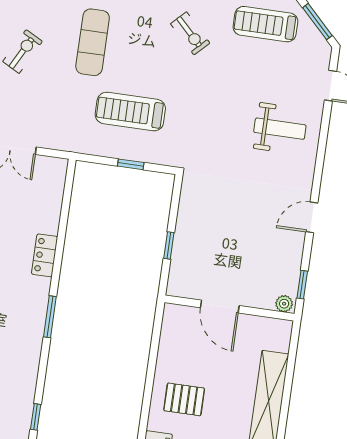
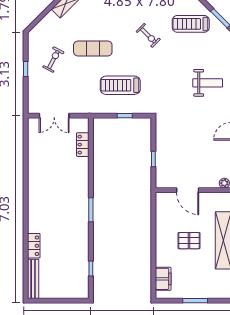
exercise mat: (93, 42) -> (93, 49), turned 90
locker: (45, 255) -> (83, 145), moved
pallet: (184, 399) -> (189, 241), moved

